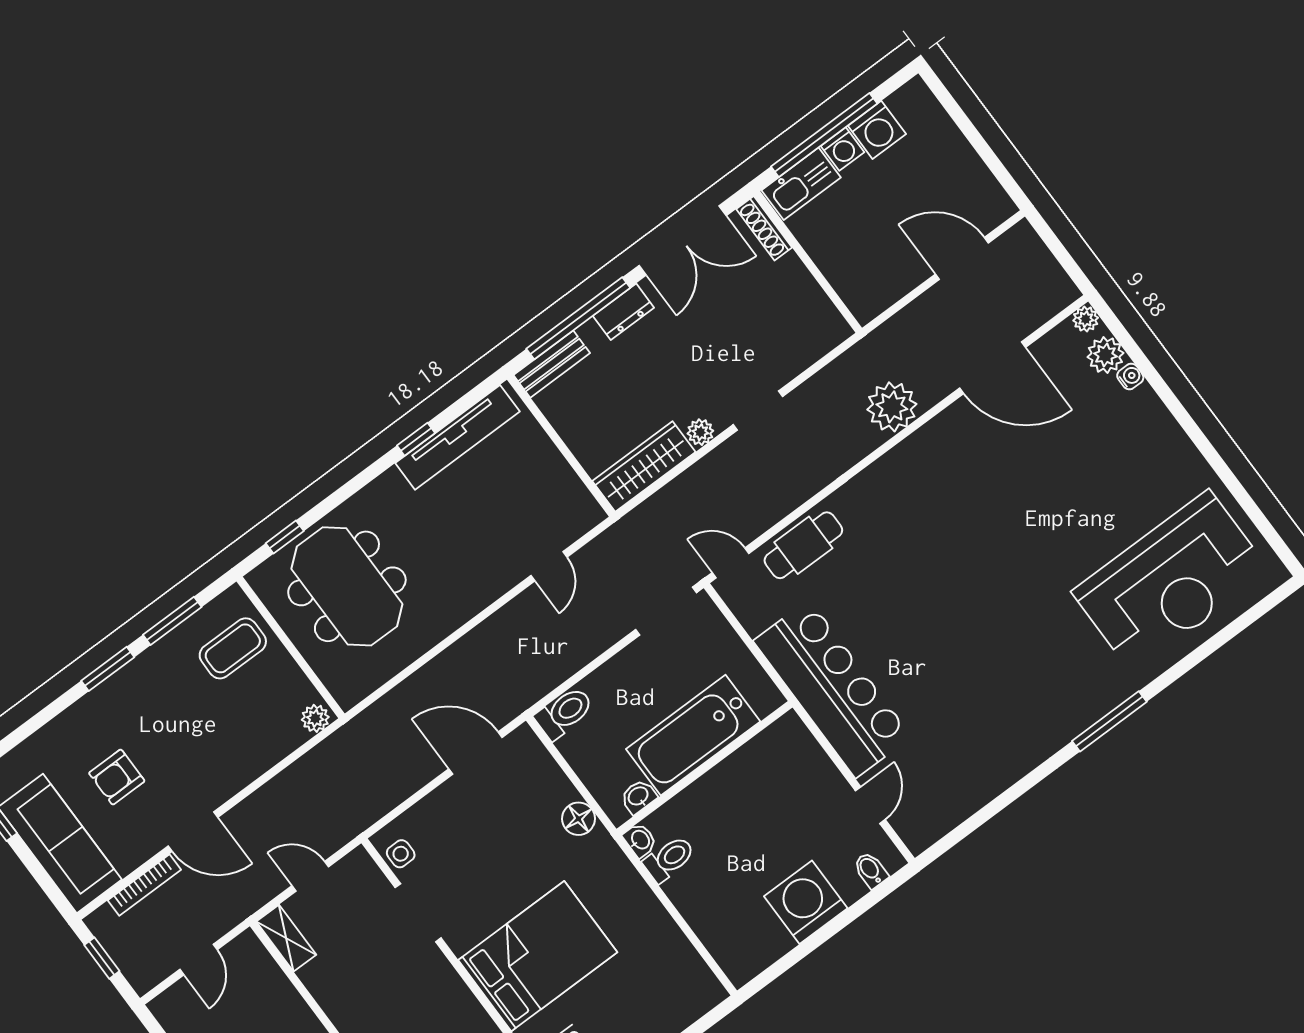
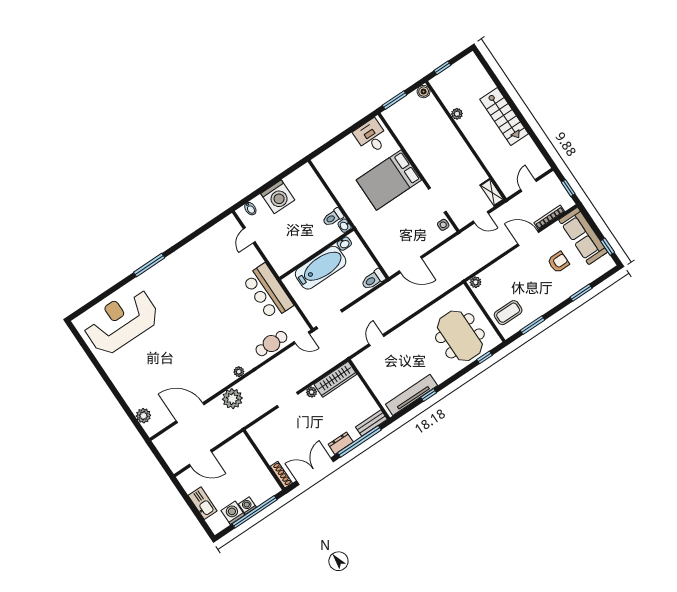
kitchen sink: (801, 184) -> (203, 503), moved, turned 90
plant: (1086, 319) -> (239, 372), moved
water cooler: (1130, 376) -> (134, 406), removed
window: (108, 669) -> (581, 293), moved
bar counter: (832, 689) -> (268, 292), width x0.73
floor lamp: (579, 819) -> (369, 236), removed

